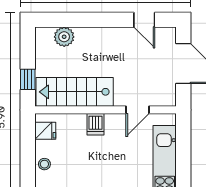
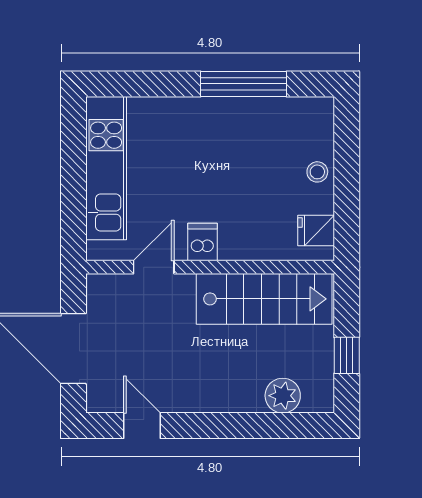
window: (28, 79) -> (347, 355), moved
dishwasher: (95, 124) -> (203, 242), moved

